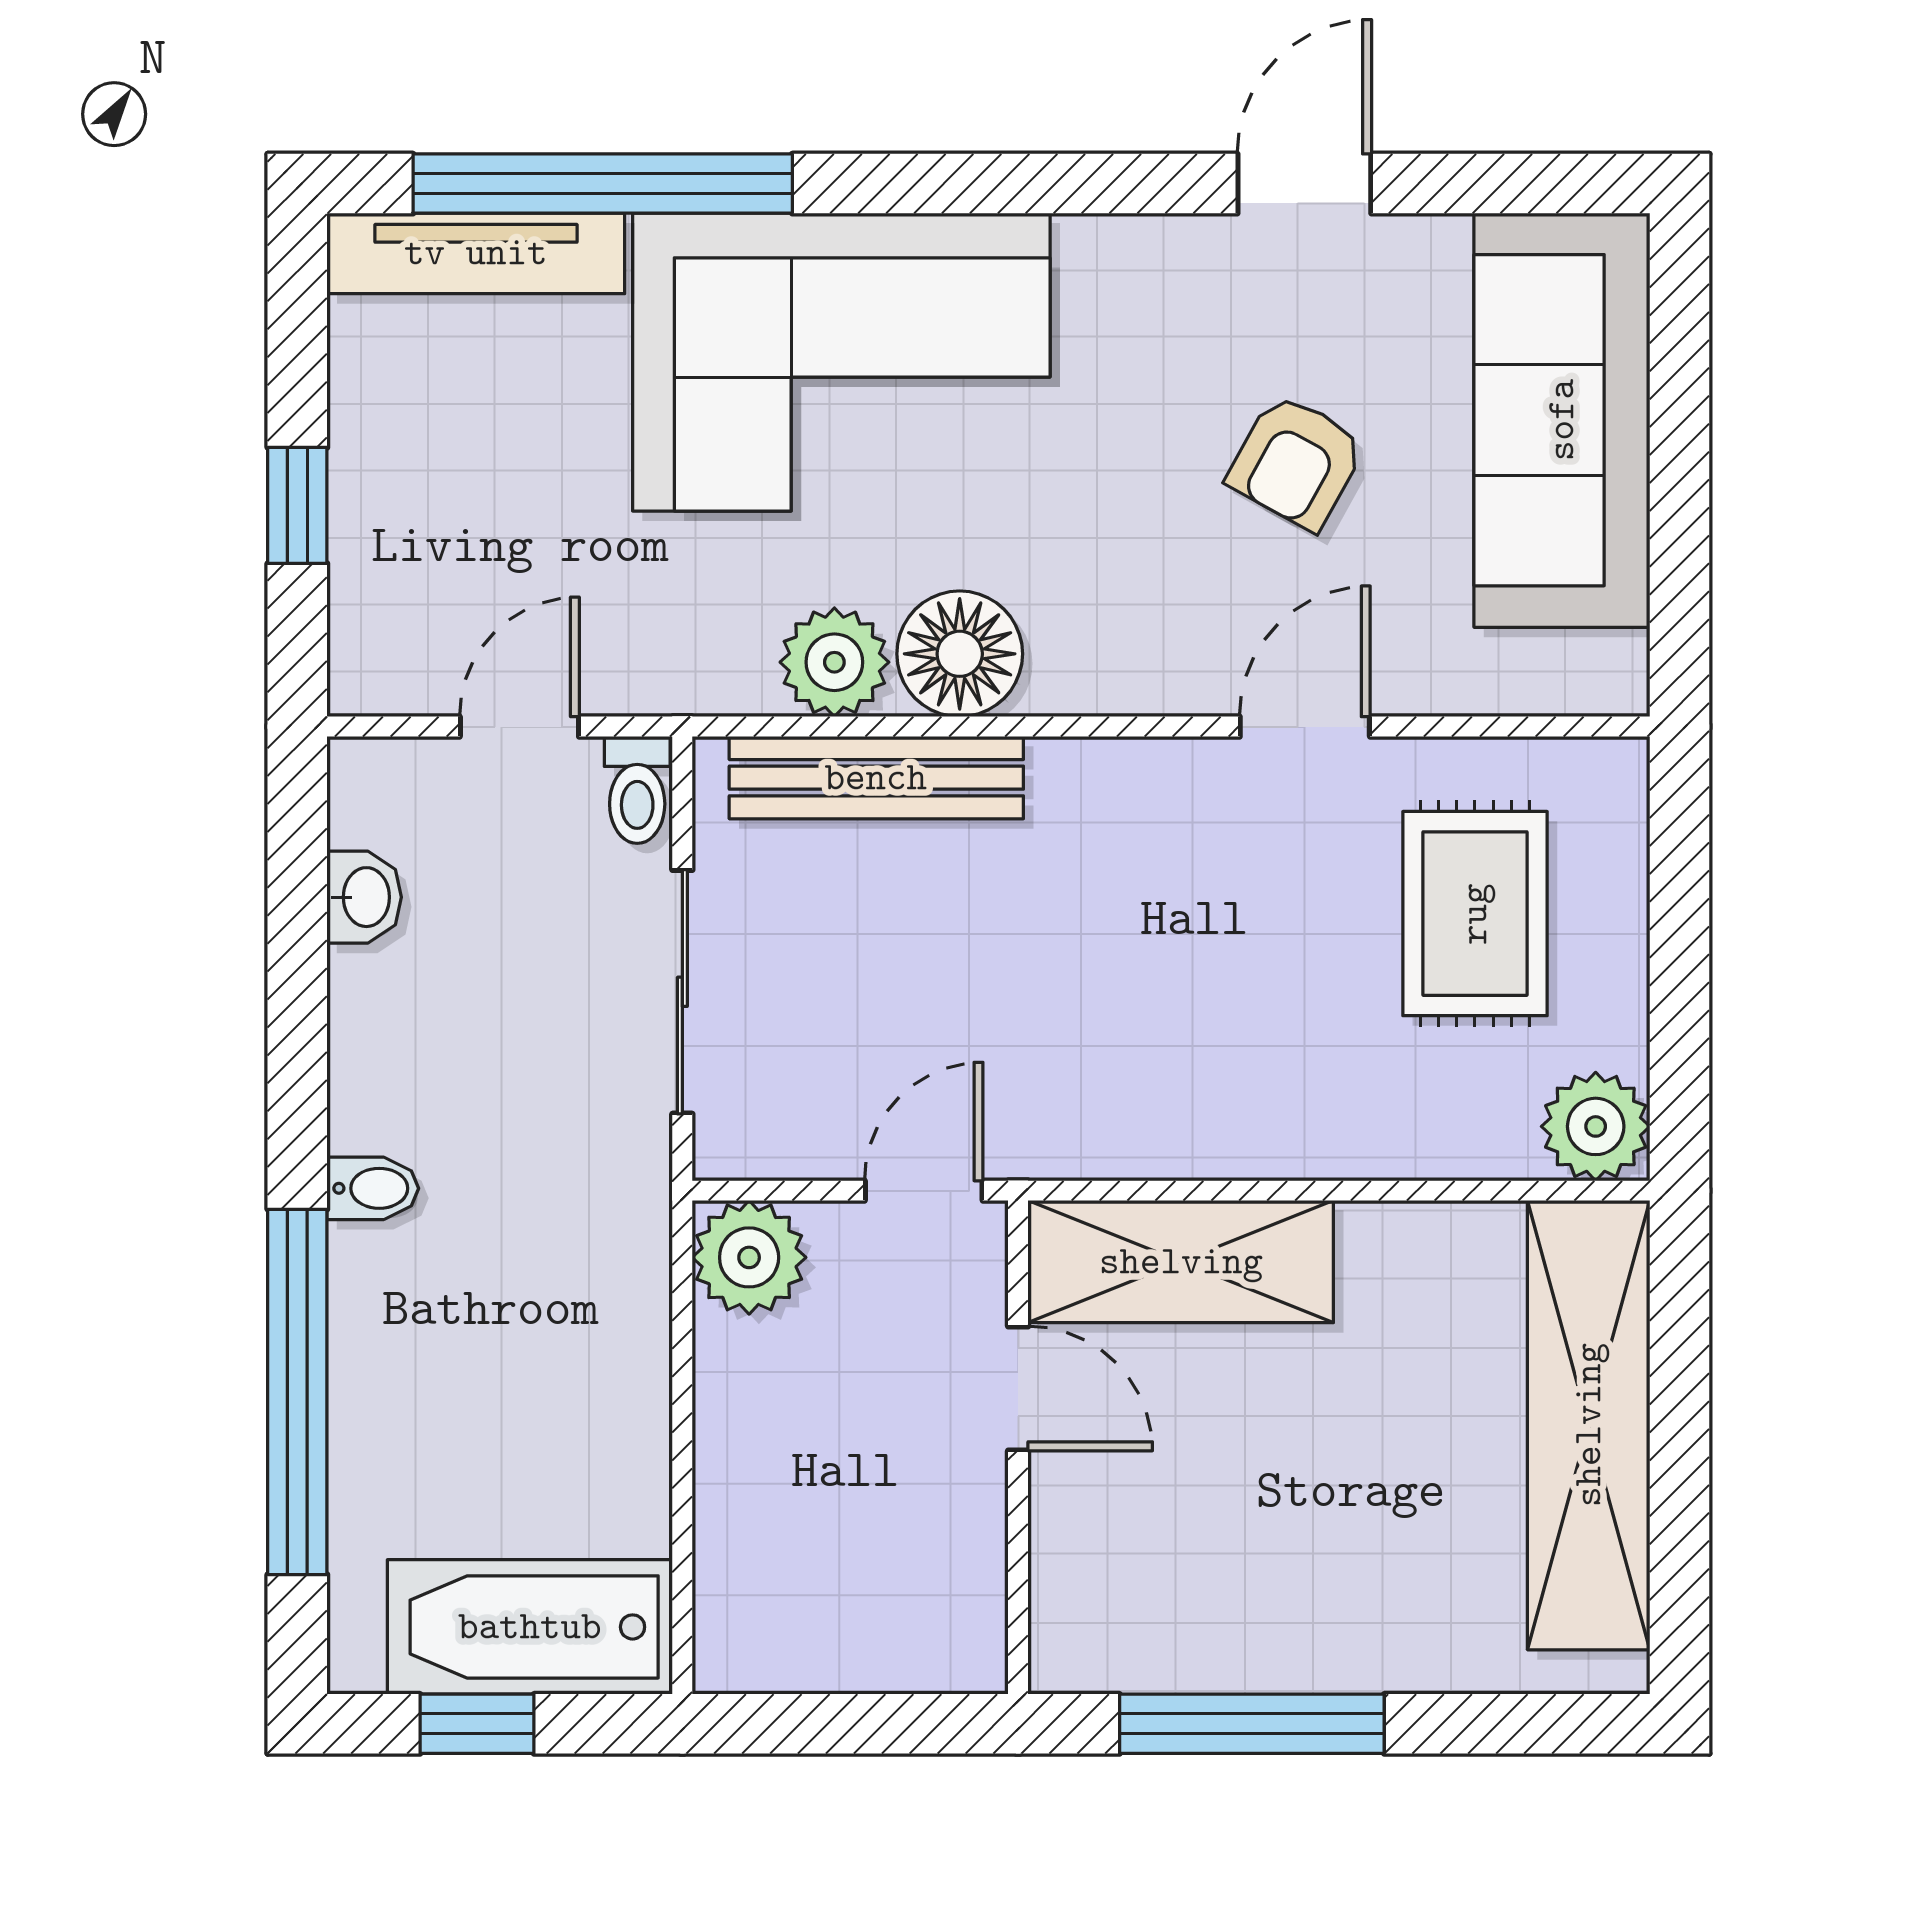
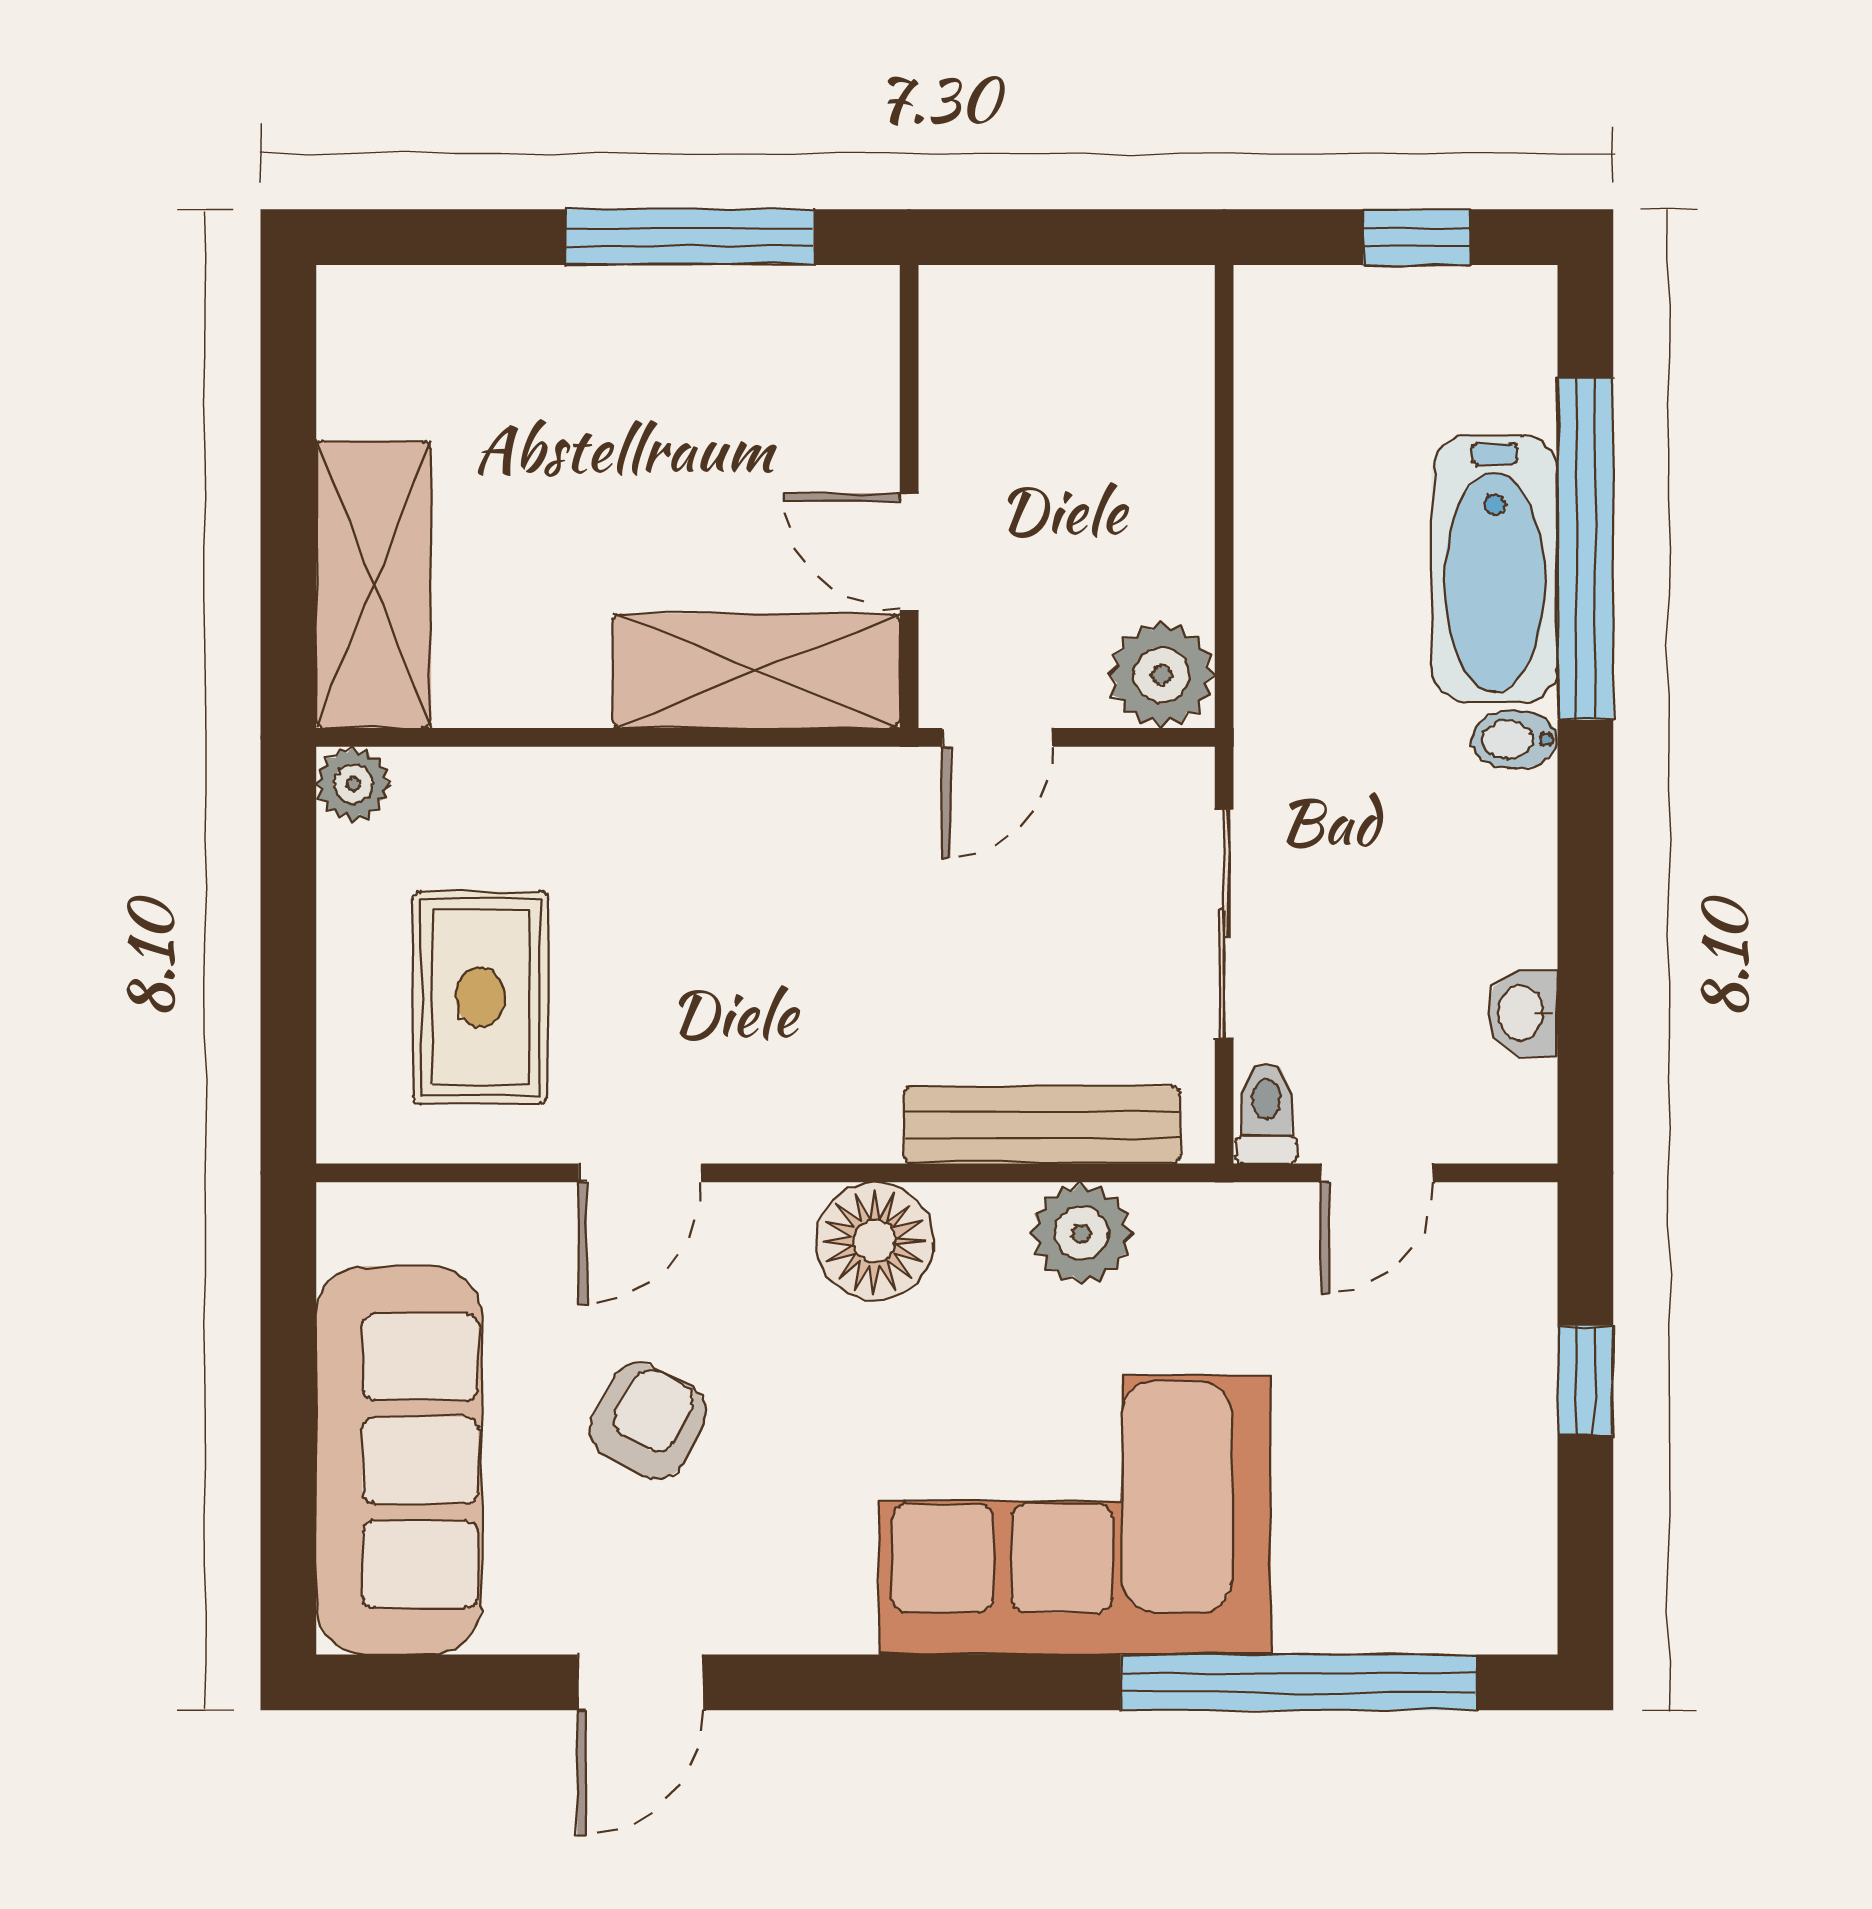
tv unit: (476, 253) -> (1418, 1617), removed
floor lamp: (960, 654) -> (875, 1241), moved
plant: (1596, 1126) -> (353, 784), width x0.73, depth x0.73
shelving: (1589, 1425) -> (374, 584), width x0.68
bathtub: (530, 1627) -> (1495, 569), moved, turned 90

